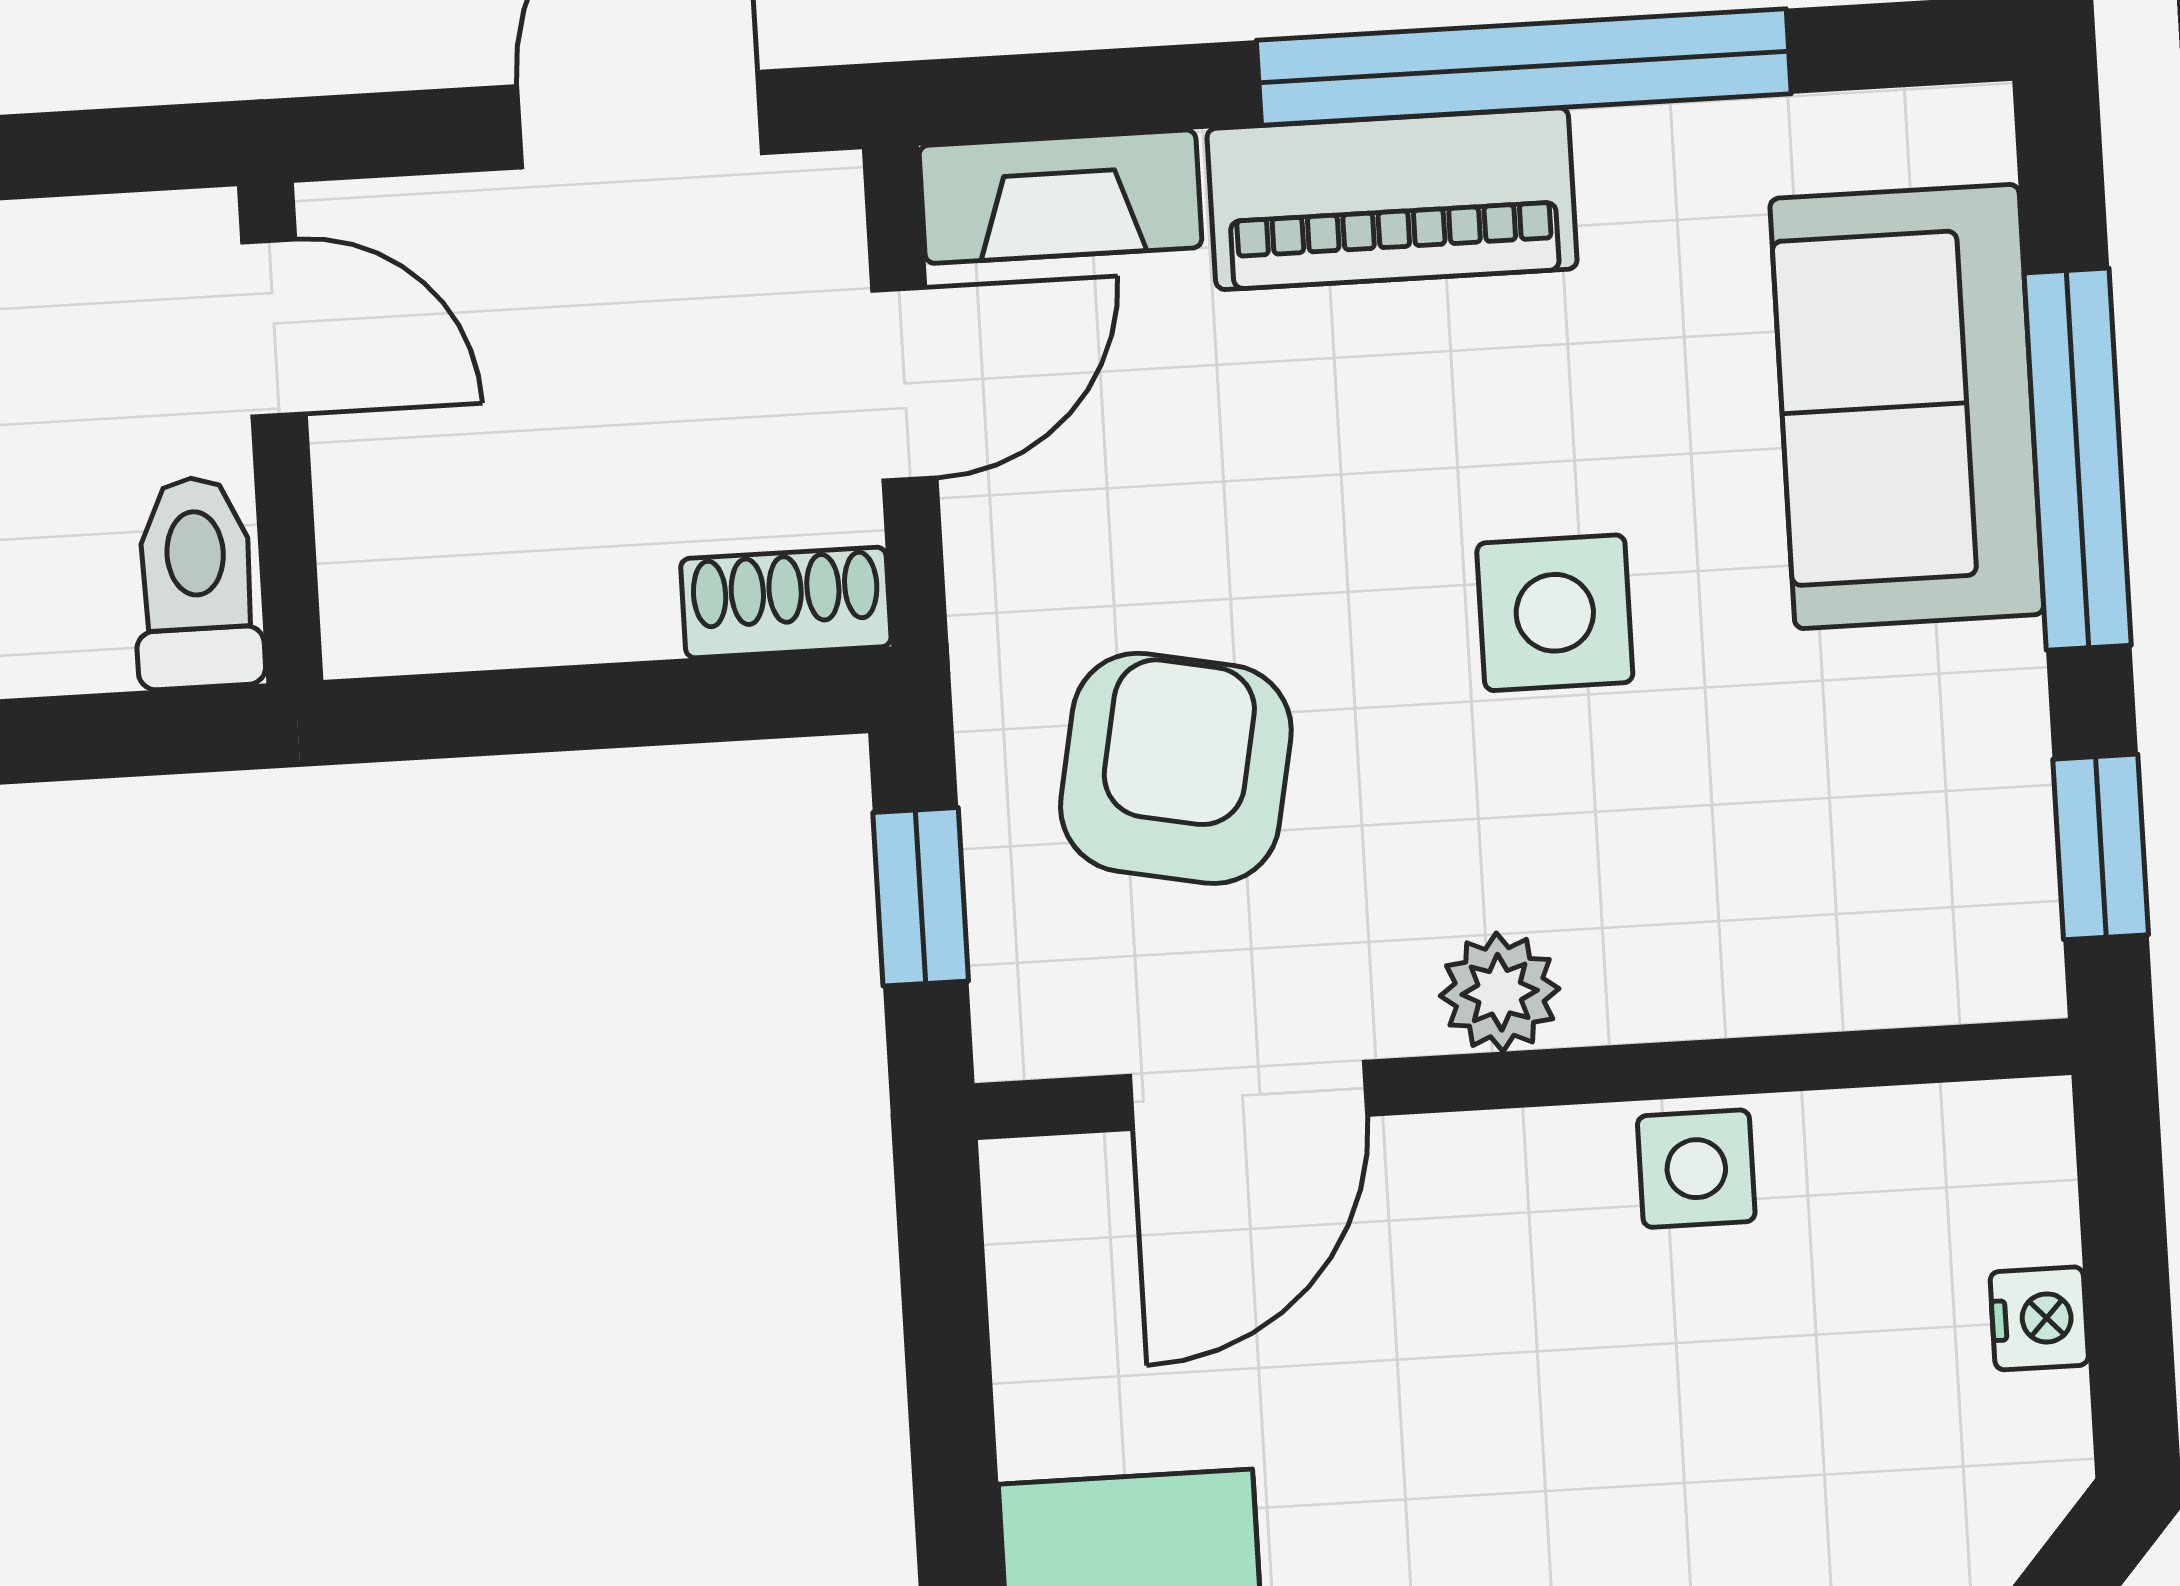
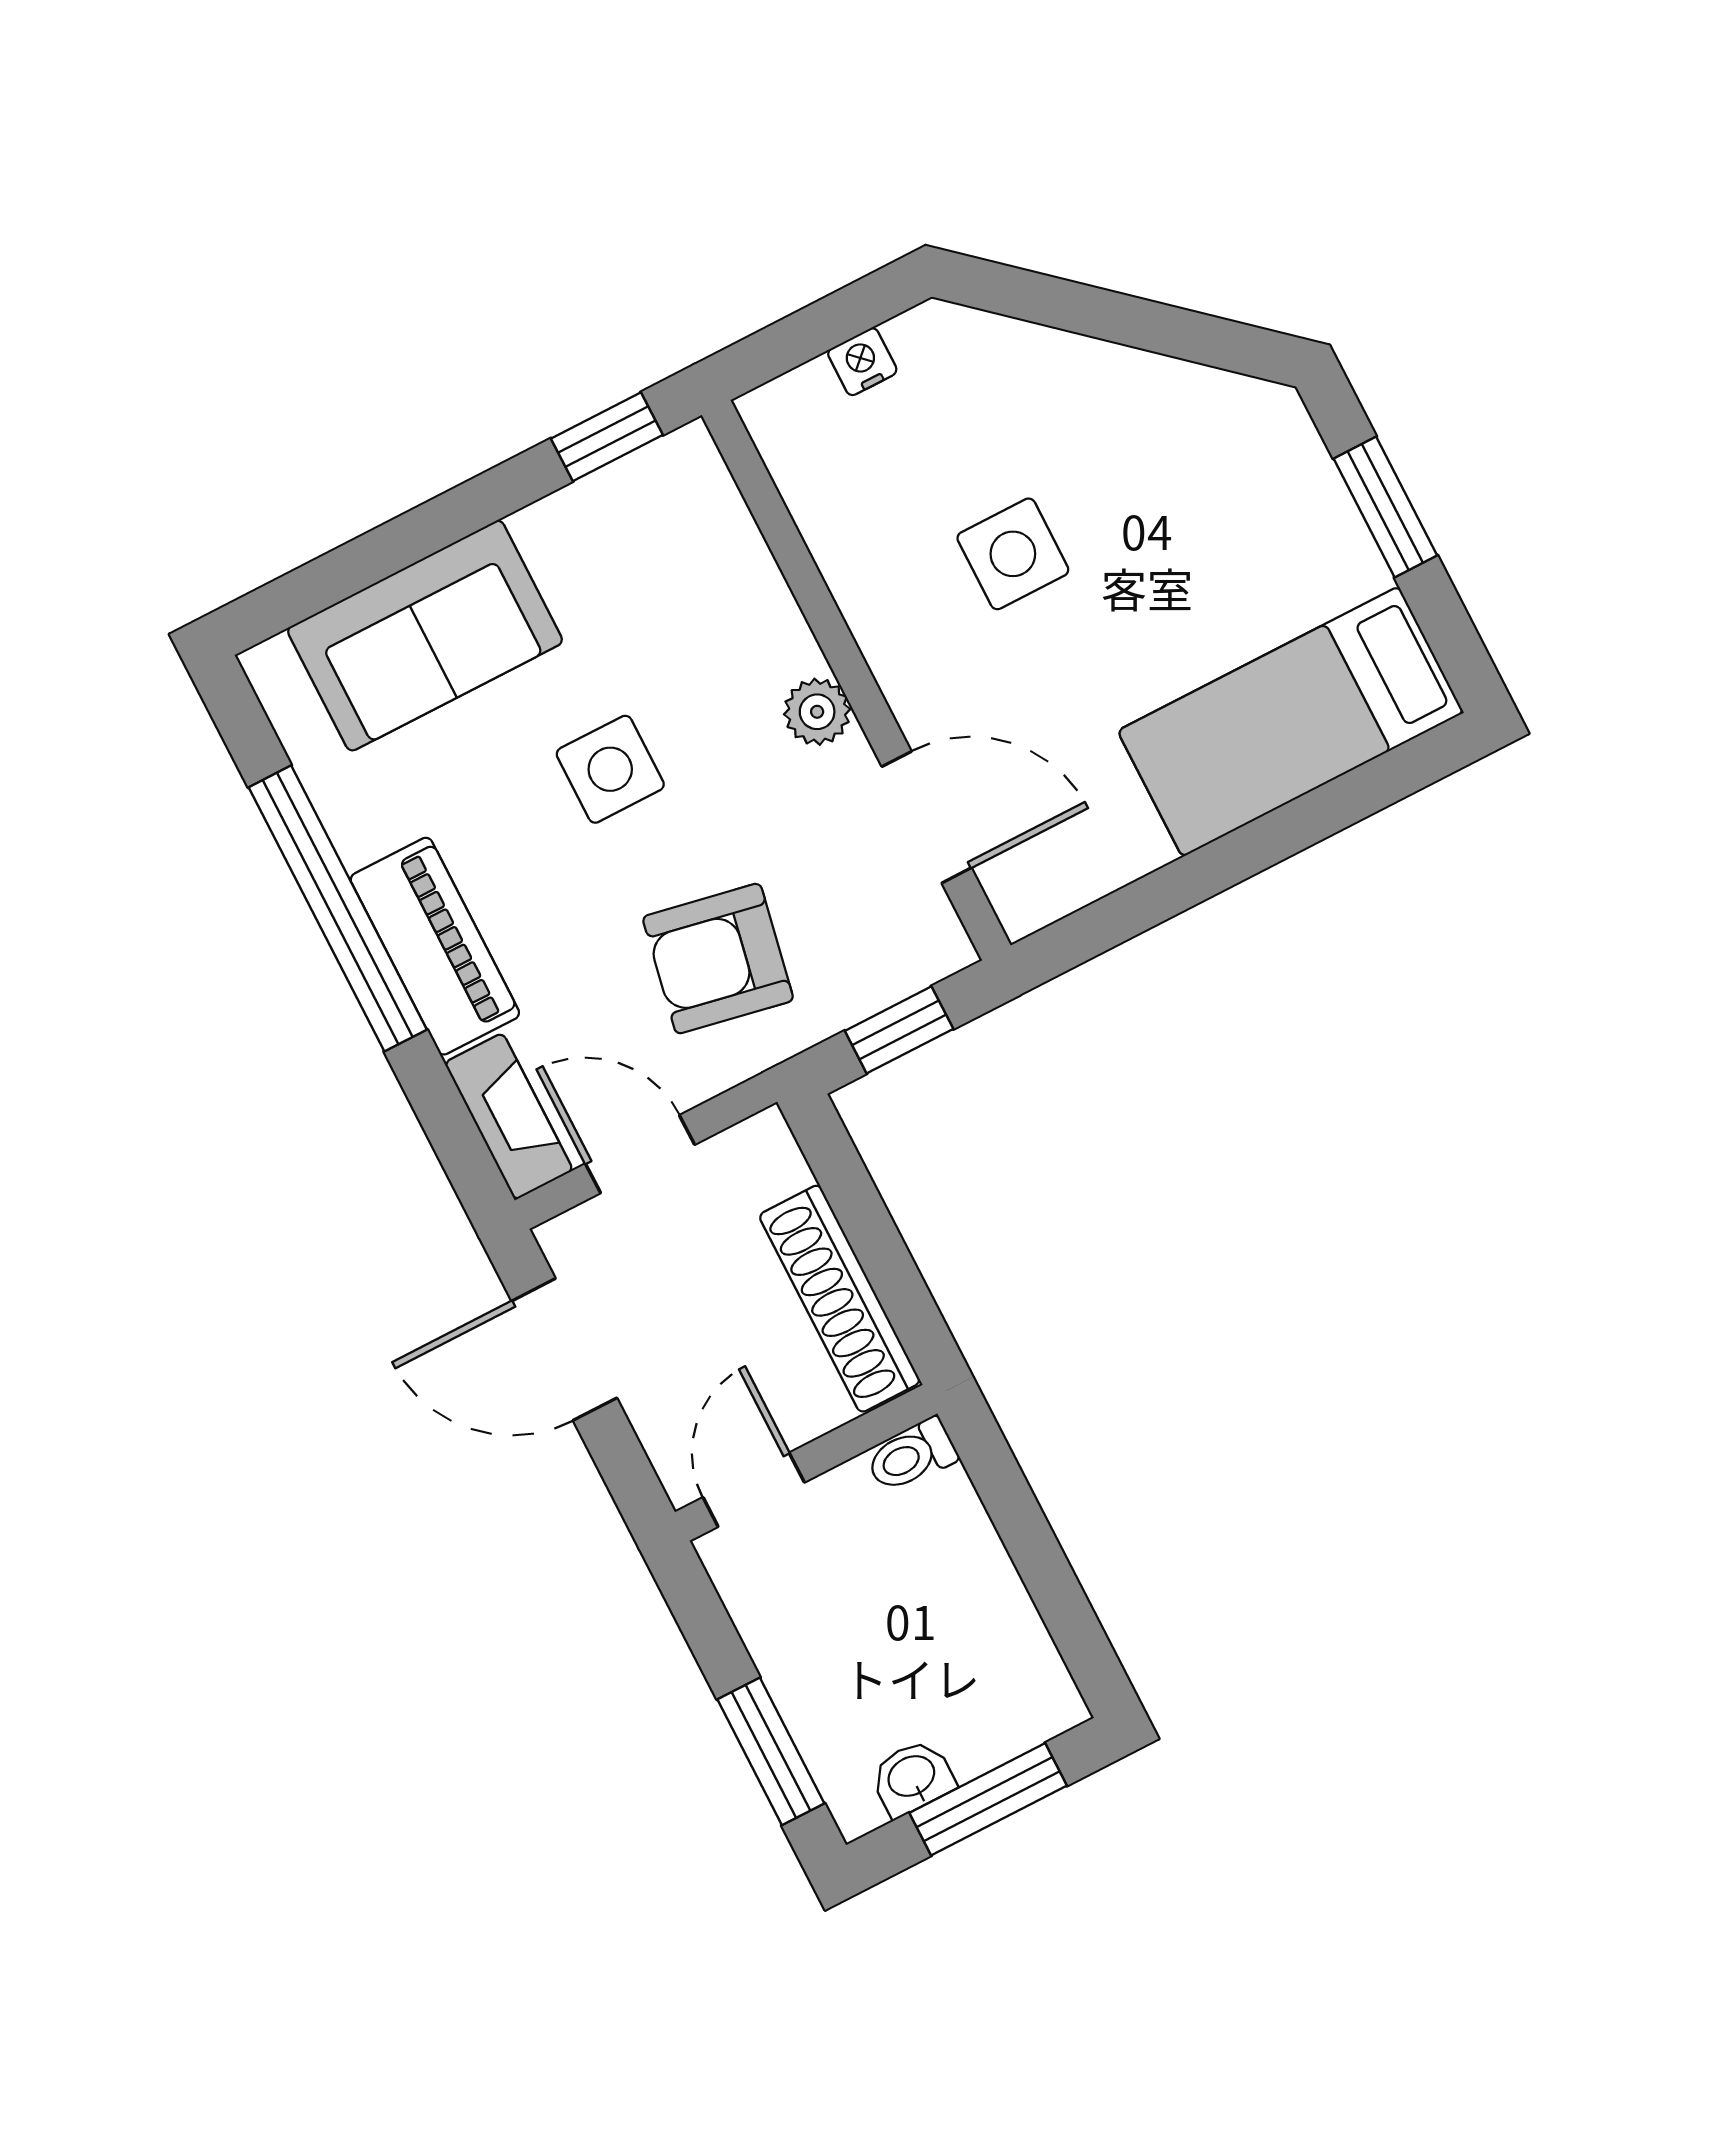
window: (2078, 459) -> (413, 536), removed
toilet: (197, 583) -> (912, 1456), width x0.73, depth x0.72
shoe rack: (786, 602) -> (840, 1299), moved, width x1.94, depth x1.24
armchair: (1176, 768) -> (718, 959), moved
side table: (1696, 1169) -> (1013, 554), moved, width x1.37, depth x1.37

